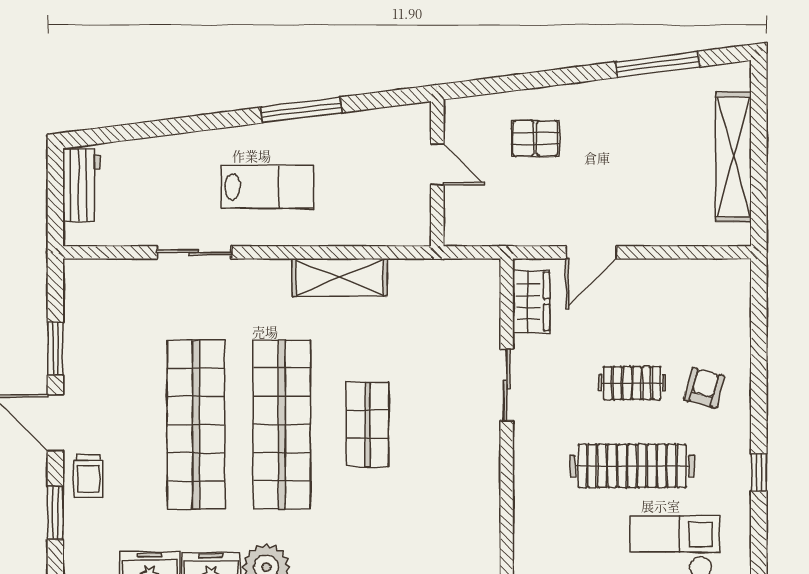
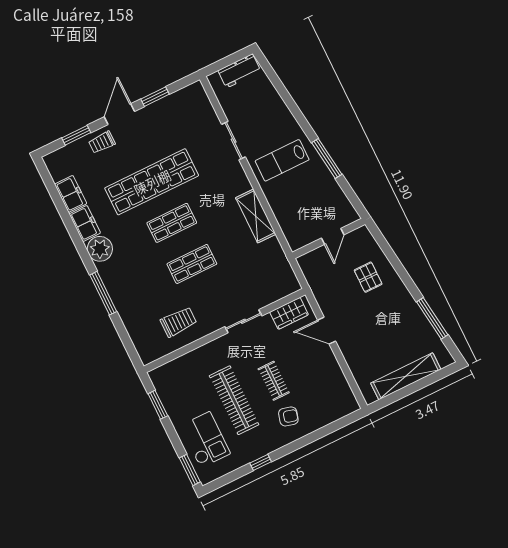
lab bench: (267, 187) -> (282, 160), turned 90
shop shelf: (282, 424) -> (172, 223), width x0.50, depth x0.74
trolley: (454, 495) -> (179, 322), added

